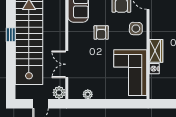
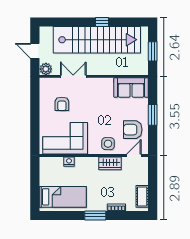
armchair: (101, 33) -> (62, 104), moved, turned -90
wardrobe: (156, 51) -> (110, 163), moved
plant: (88, 94) -> (44, 97), removed

